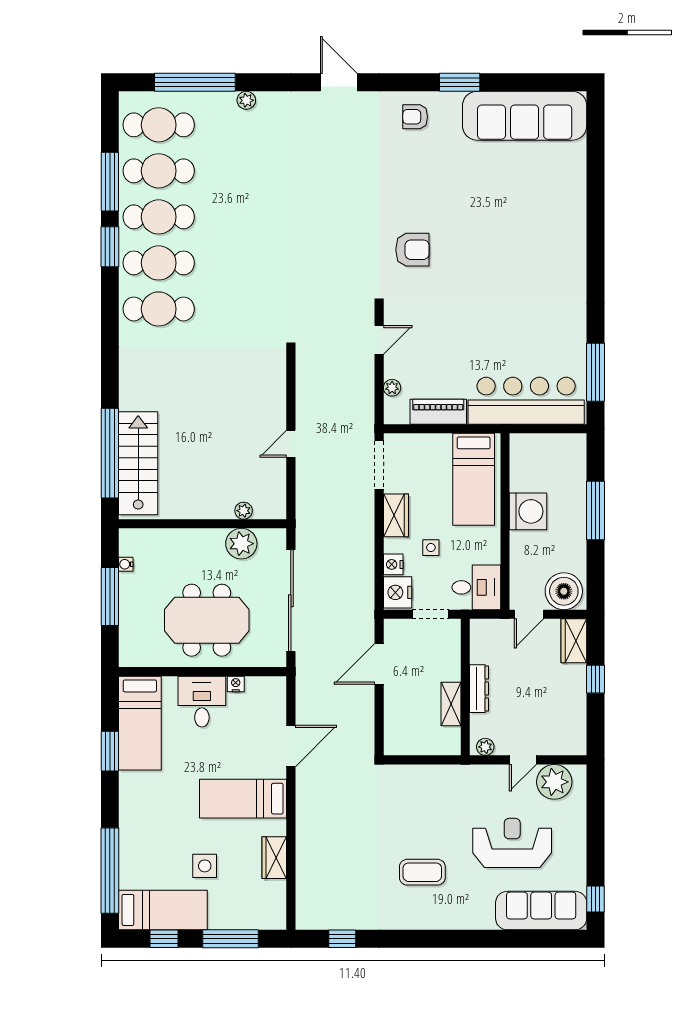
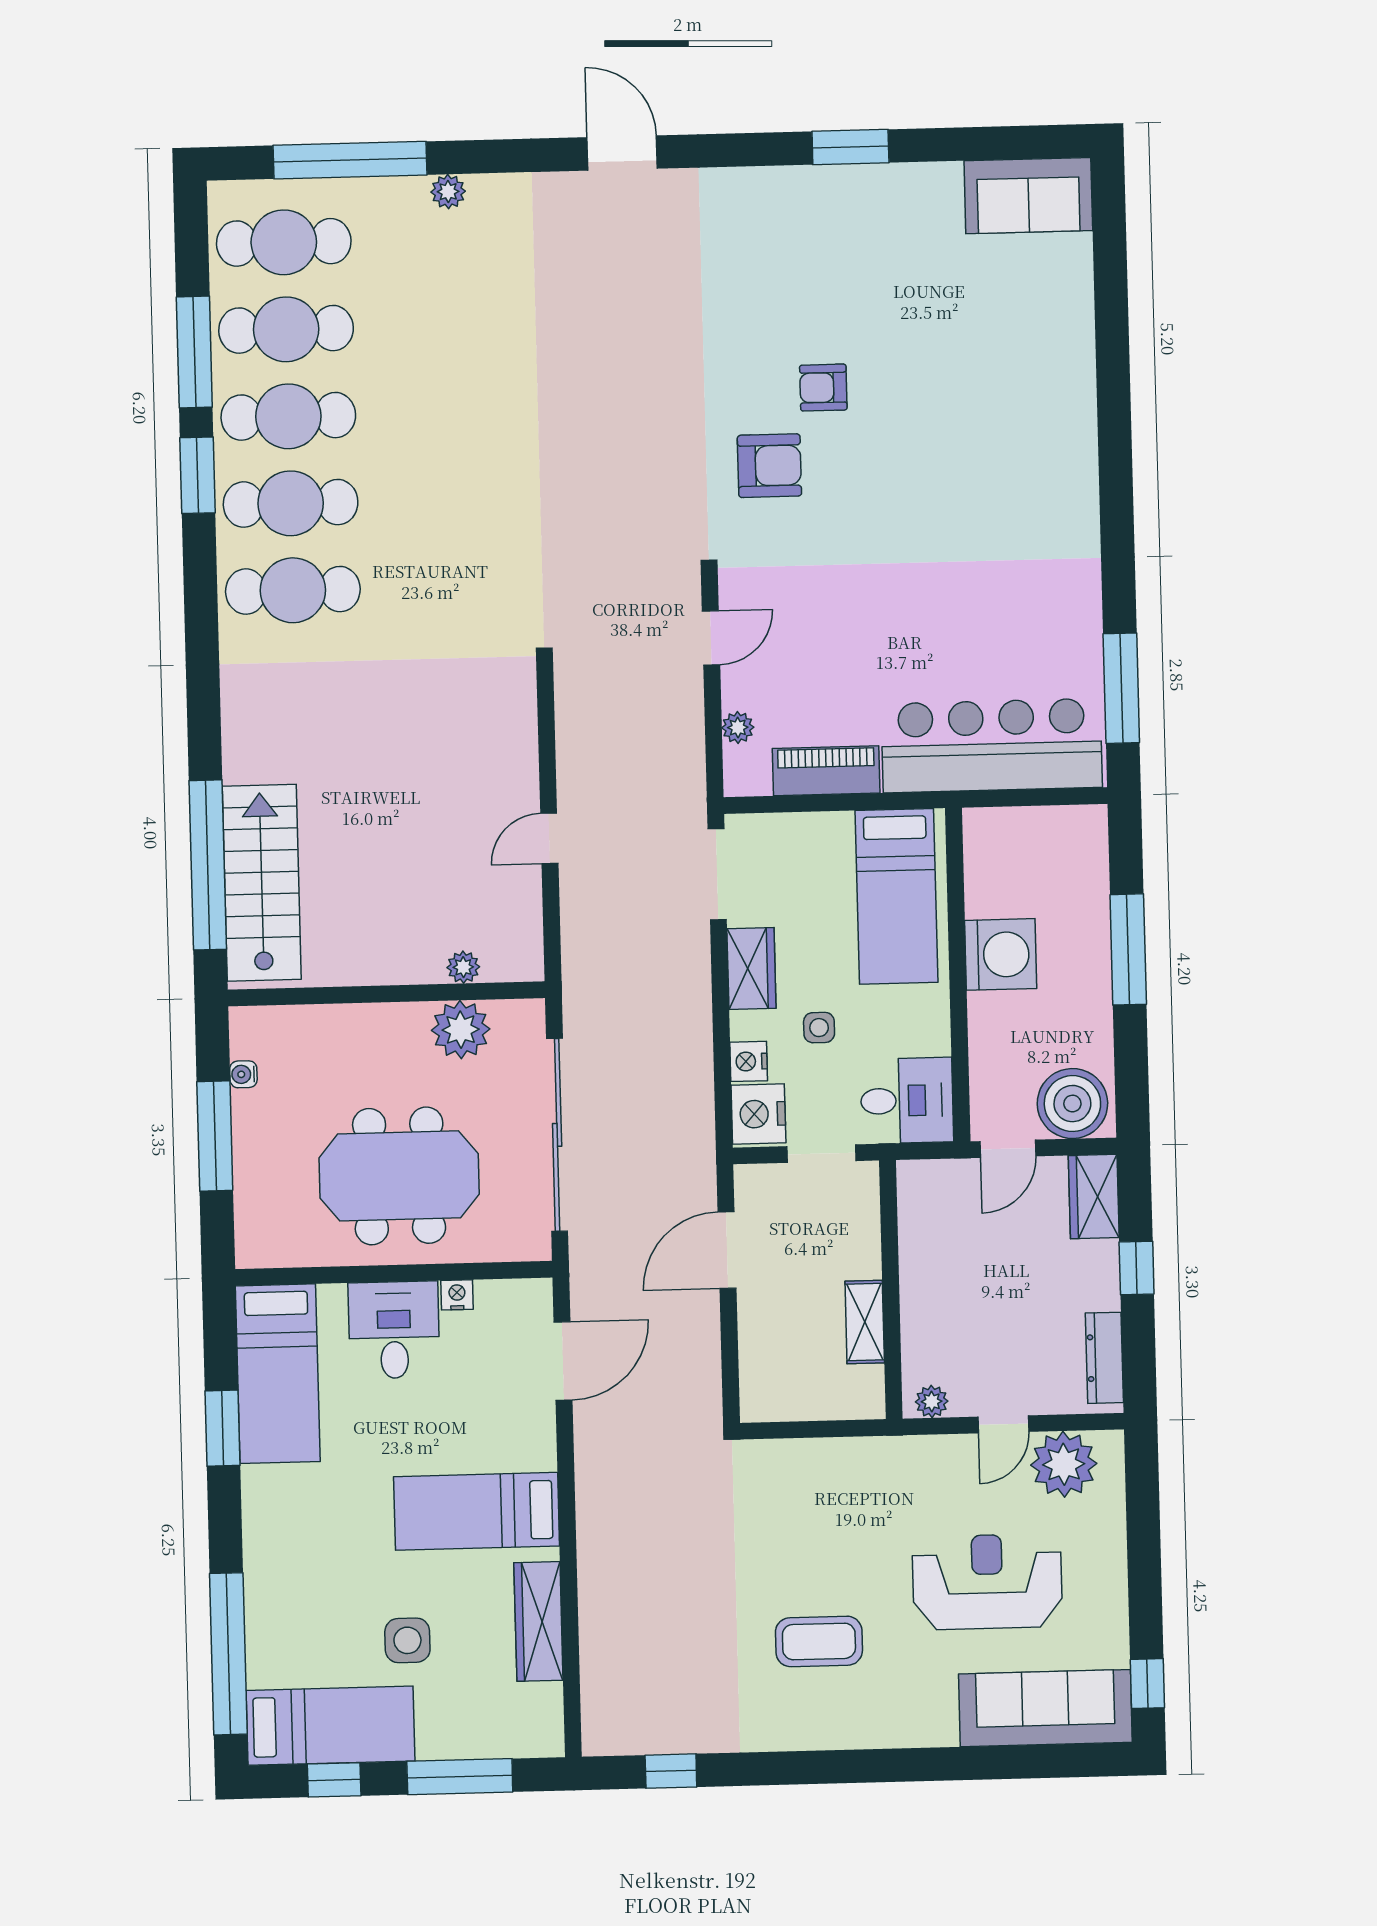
sofa: (525, 116) -> (1028, 196), width x0.54, depth x0.79
armchair: (415, 117) -> (823, 388), moved
dresser: (479, 689) -> (1104, 1358), moved, turned 180
door: (291, 746) -> (563, 1361), moved
wardrobe: (274, 858) -> (538, 1621), width x1.50

